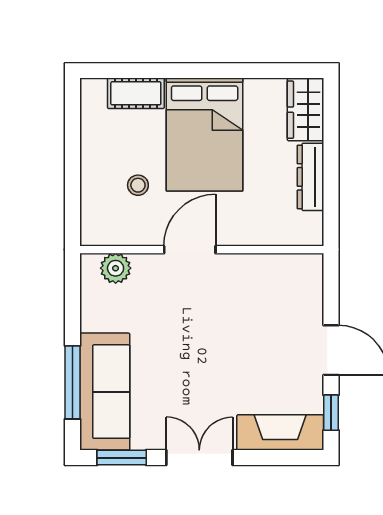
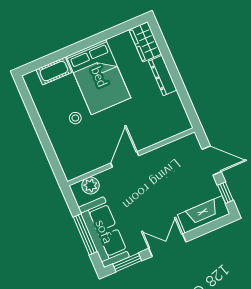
door: (190, 250) -> (125, 159), moved
wall: (202, 250) -> (131, 157), moved
plant: (116, 268) -> (91, 186), moved

